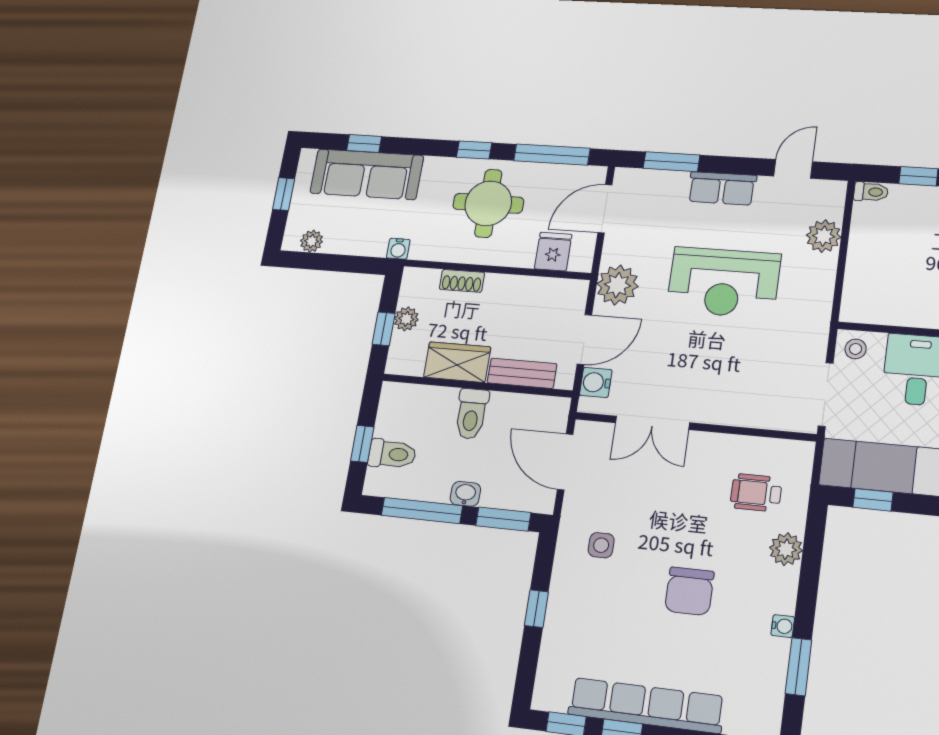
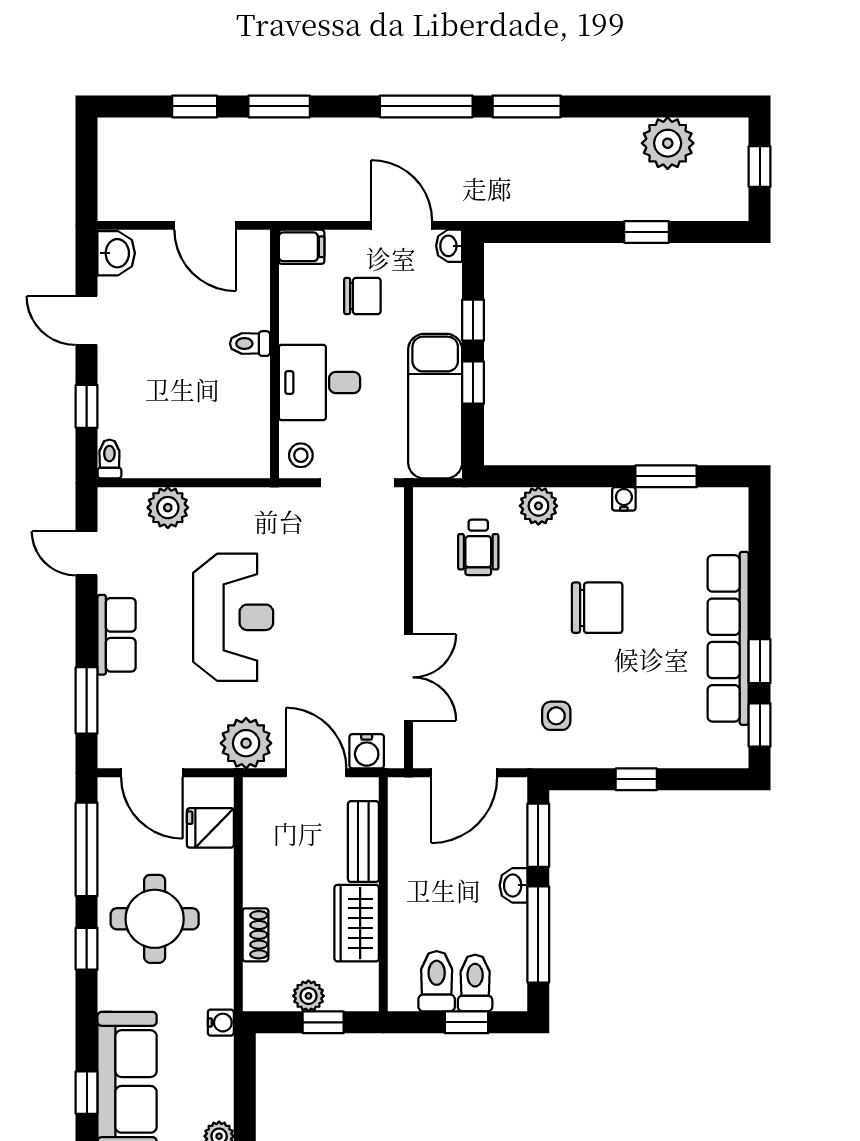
toilet: (471, 414) -> (437, 981), moved, turned -90
window: (873, 500) -> (473, 383), moved

